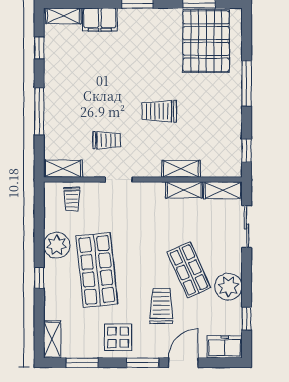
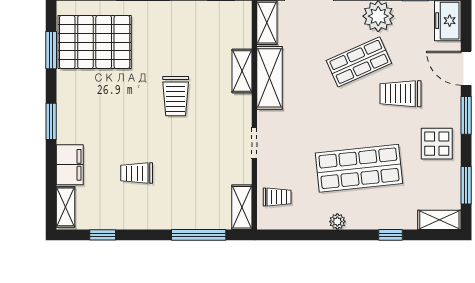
window: (39, 111) -> (199, 235), moved
trolley: (107, 140) -> (137, 173), moved, turned -90
shelving: (184, 190) -> (270, 78), width x1.50, depth x1.33
plant: (57, 245) -> (337, 222), width x0.53, depth x0.53
window: (39, 278) -> (390, 235), moved

